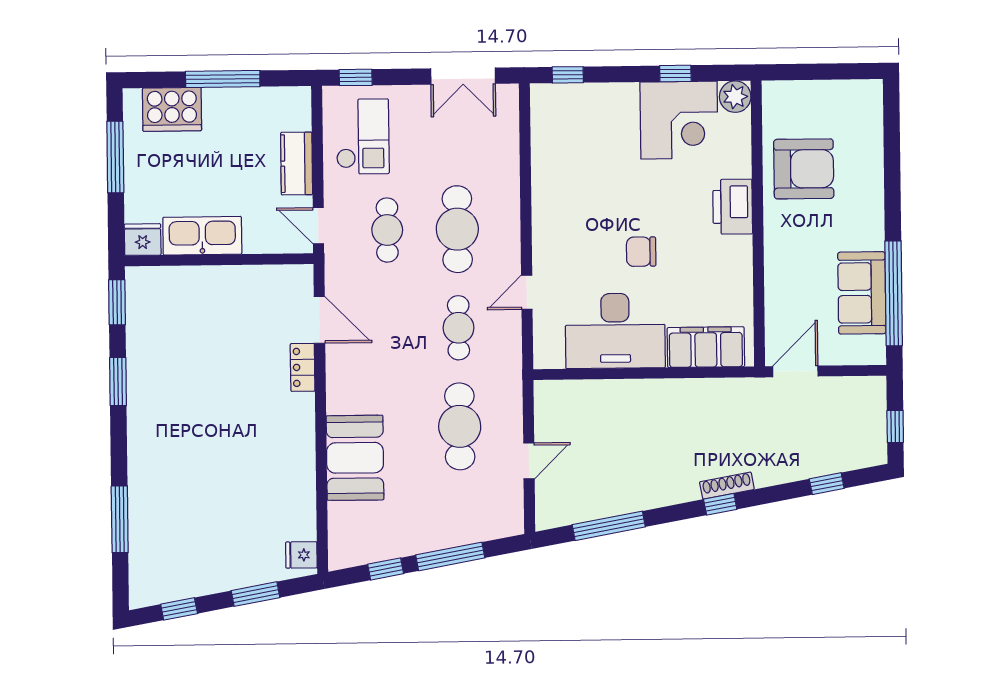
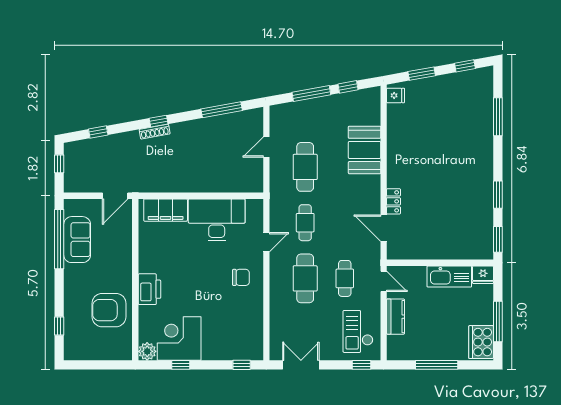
cooker: (172, 109) -> (481, 342), moved, turned -90
window: (892, 140) -> (59, 326), added
chair: (641, 252) -> (241, 277), moved

